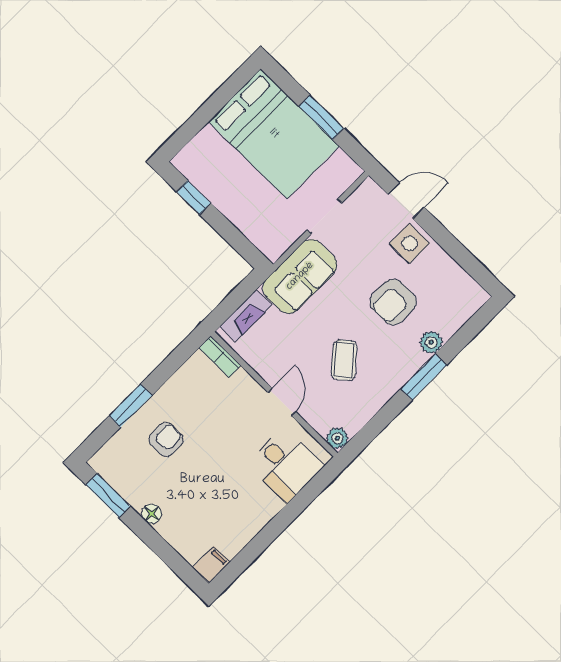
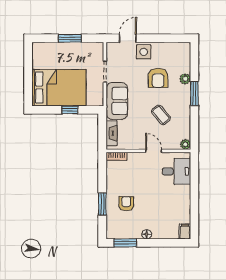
bed: (274, 134) -> (59, 88), moved
window: (194, 197) -> (70, 110), moved

